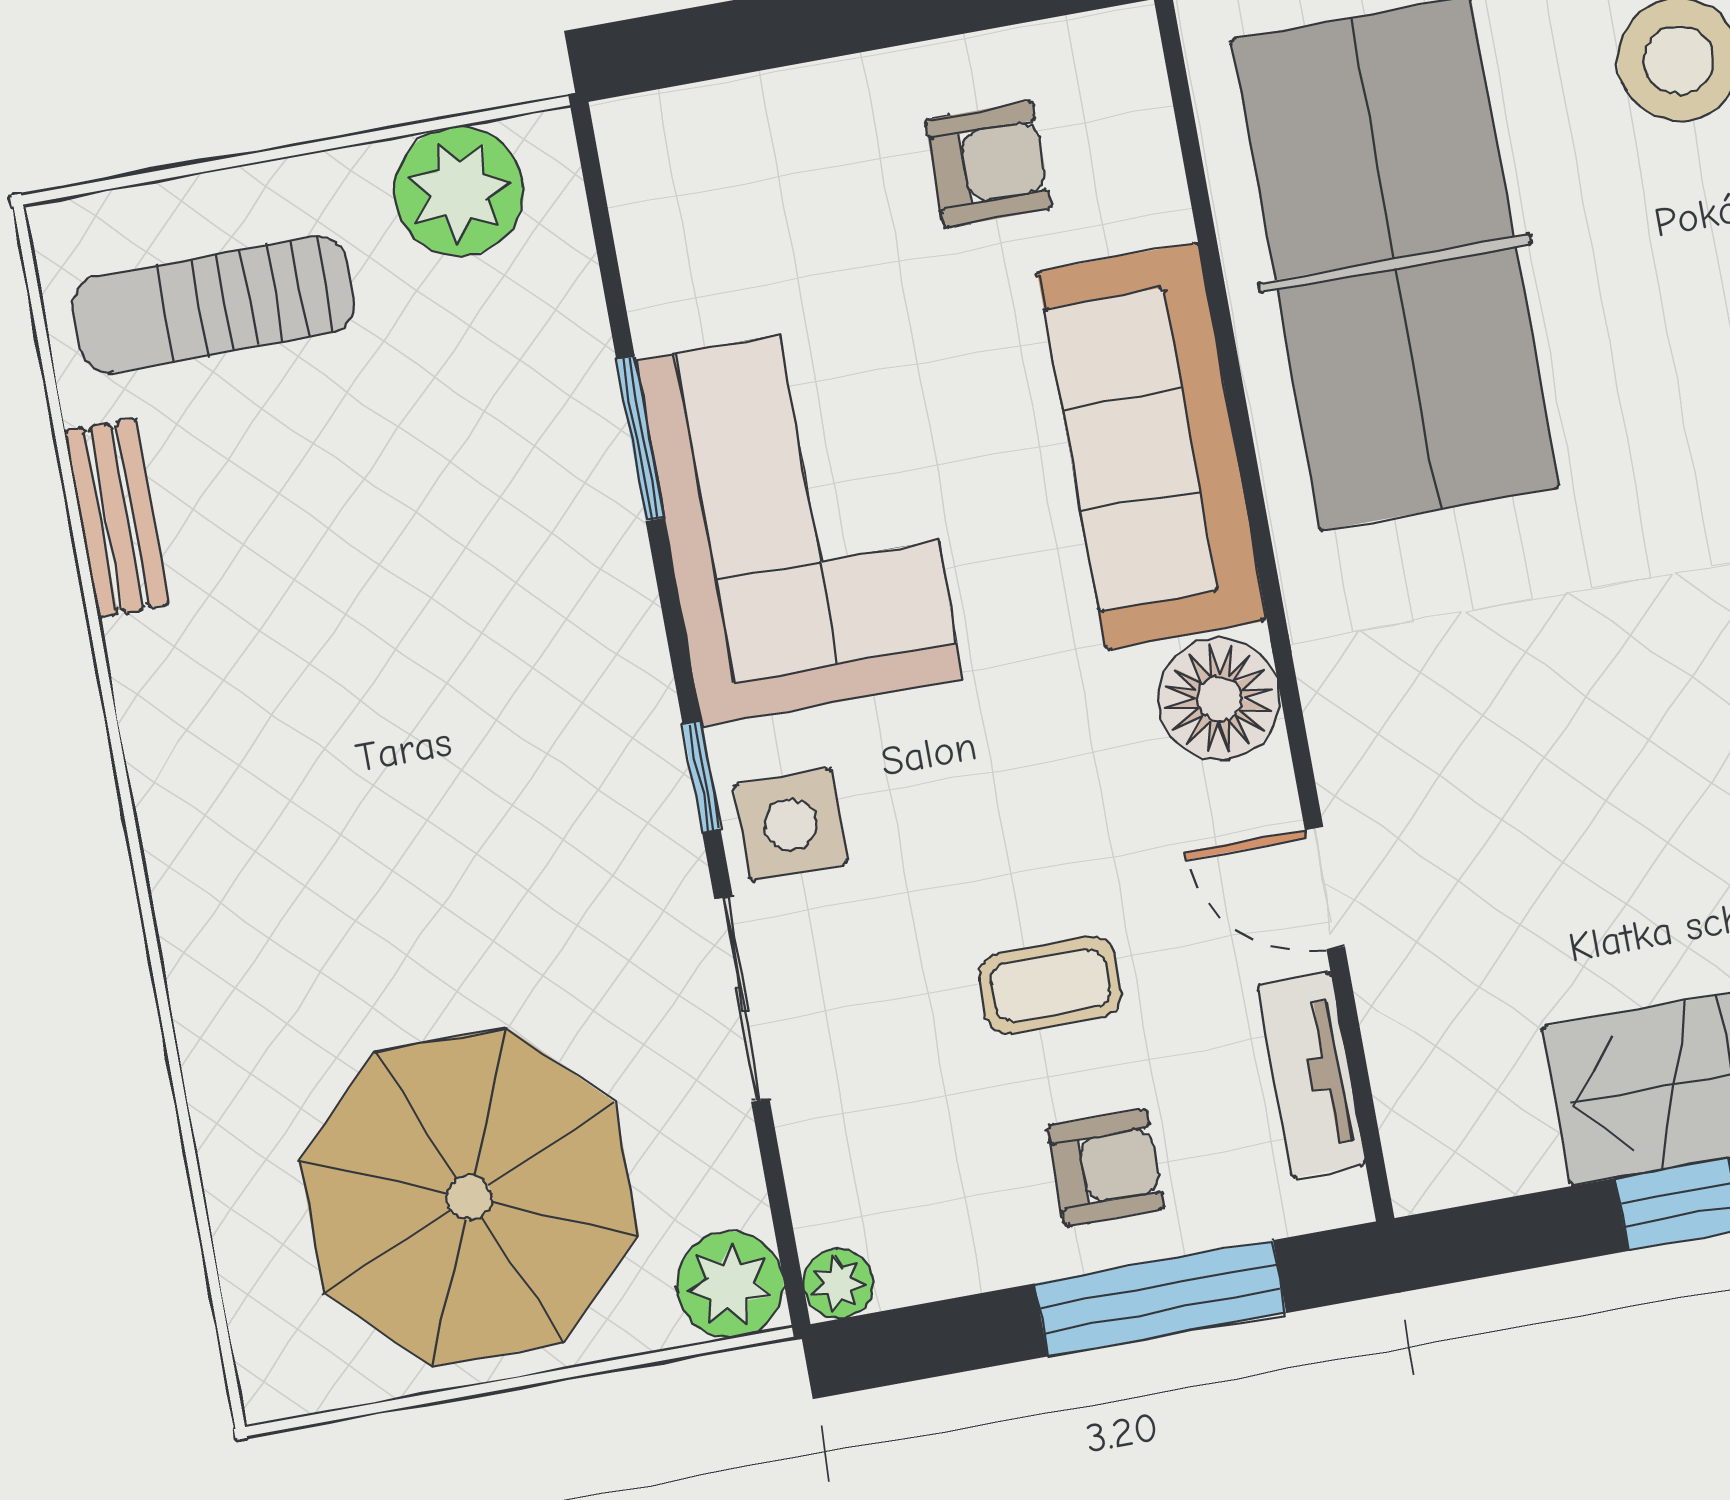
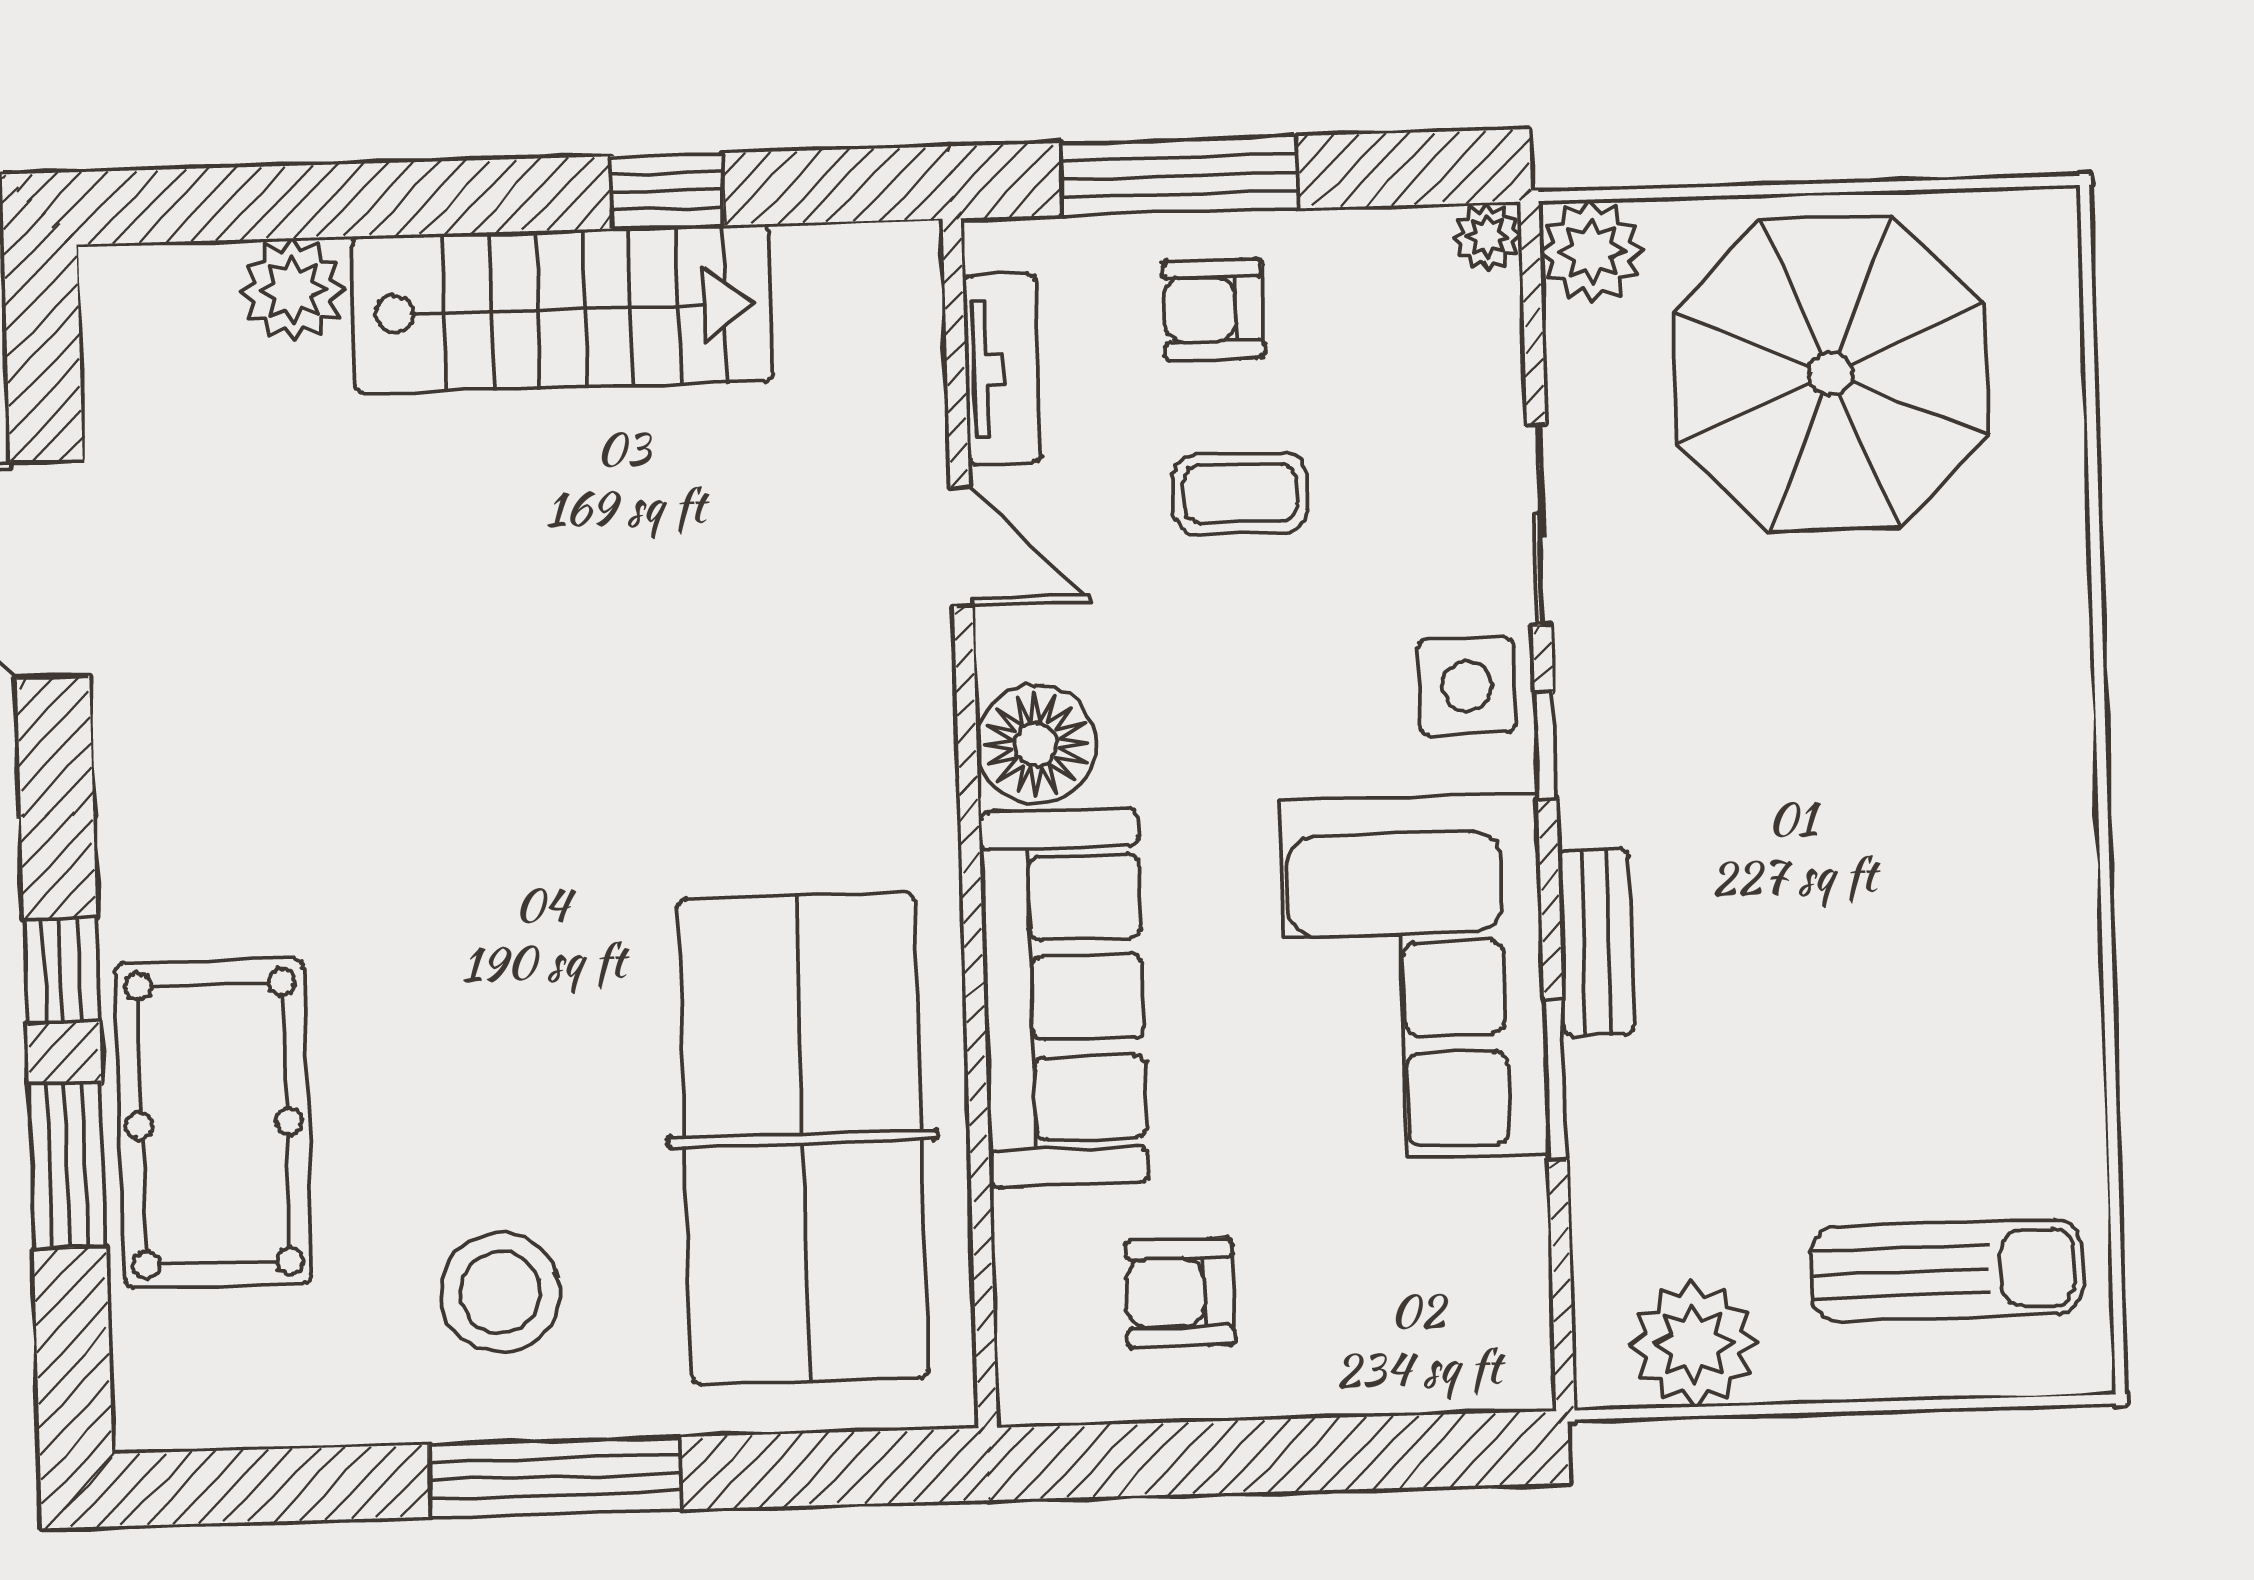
bench: (117, 518) -> (1596, 942), moved

